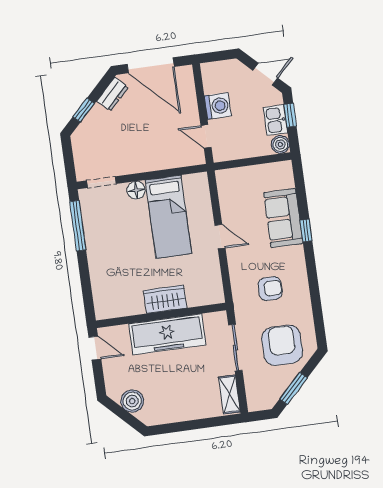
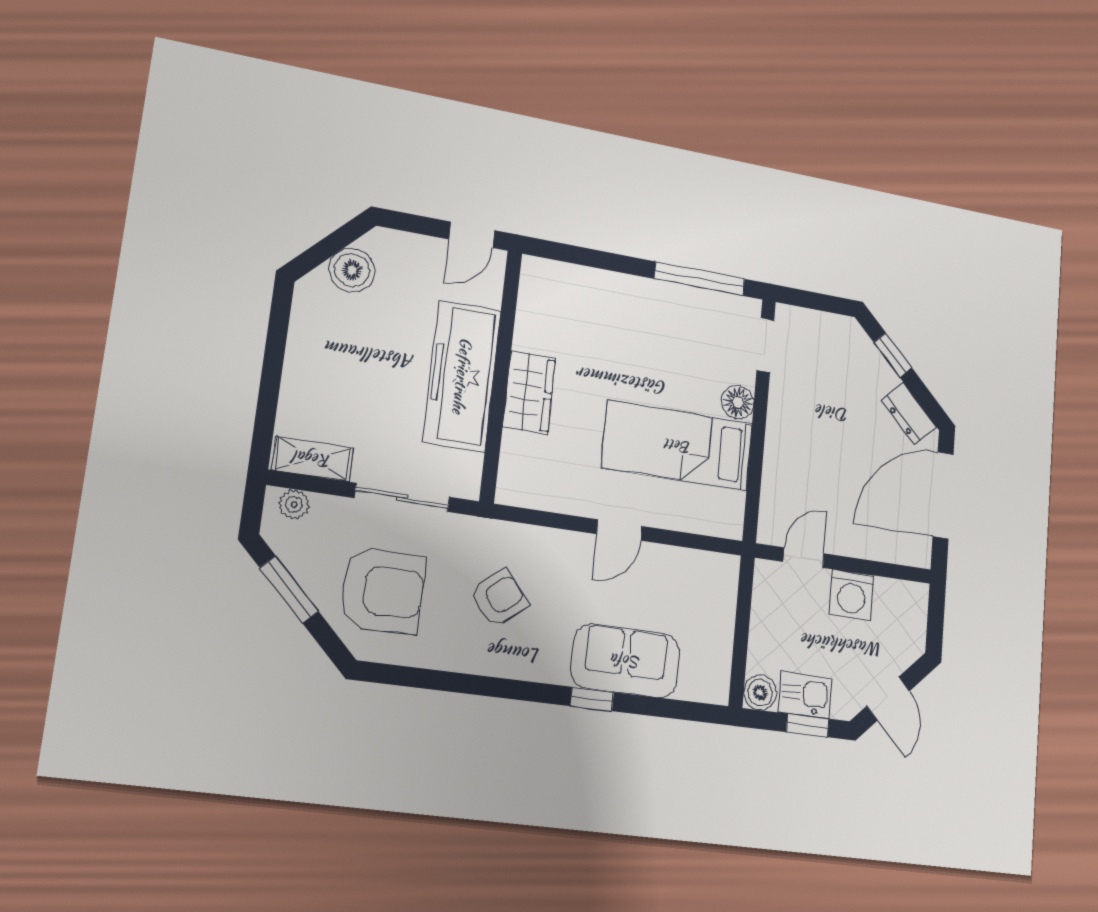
armchair: (270, 289) -> (499, 598), turned -129
plant: (253, 397) -> (294, 504), added

